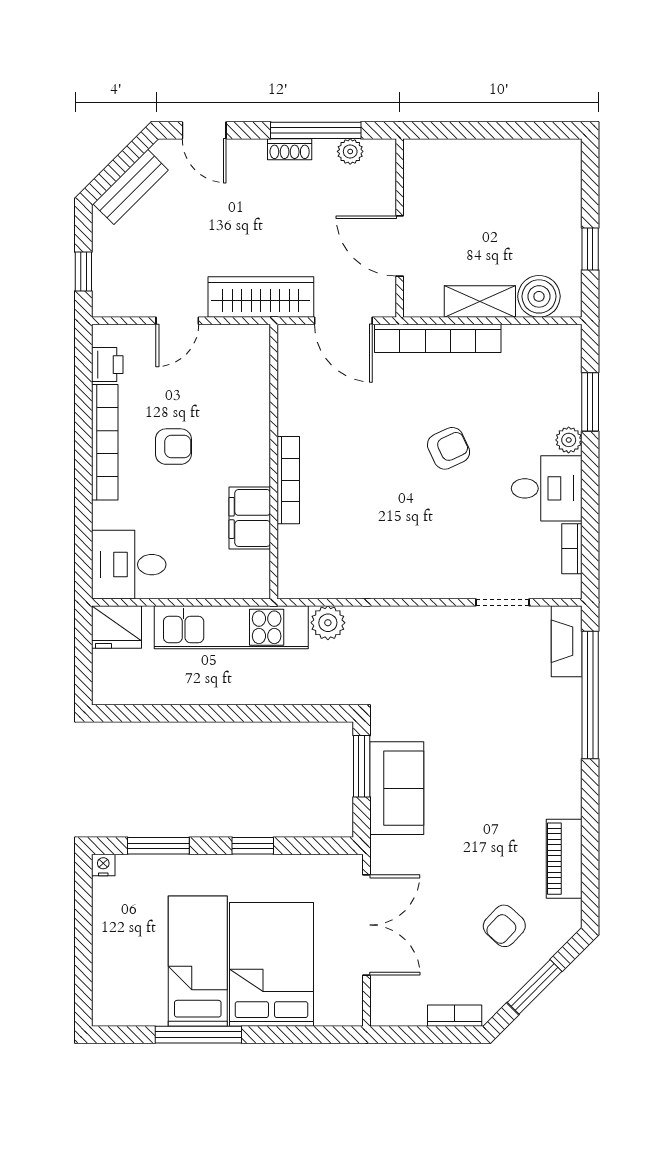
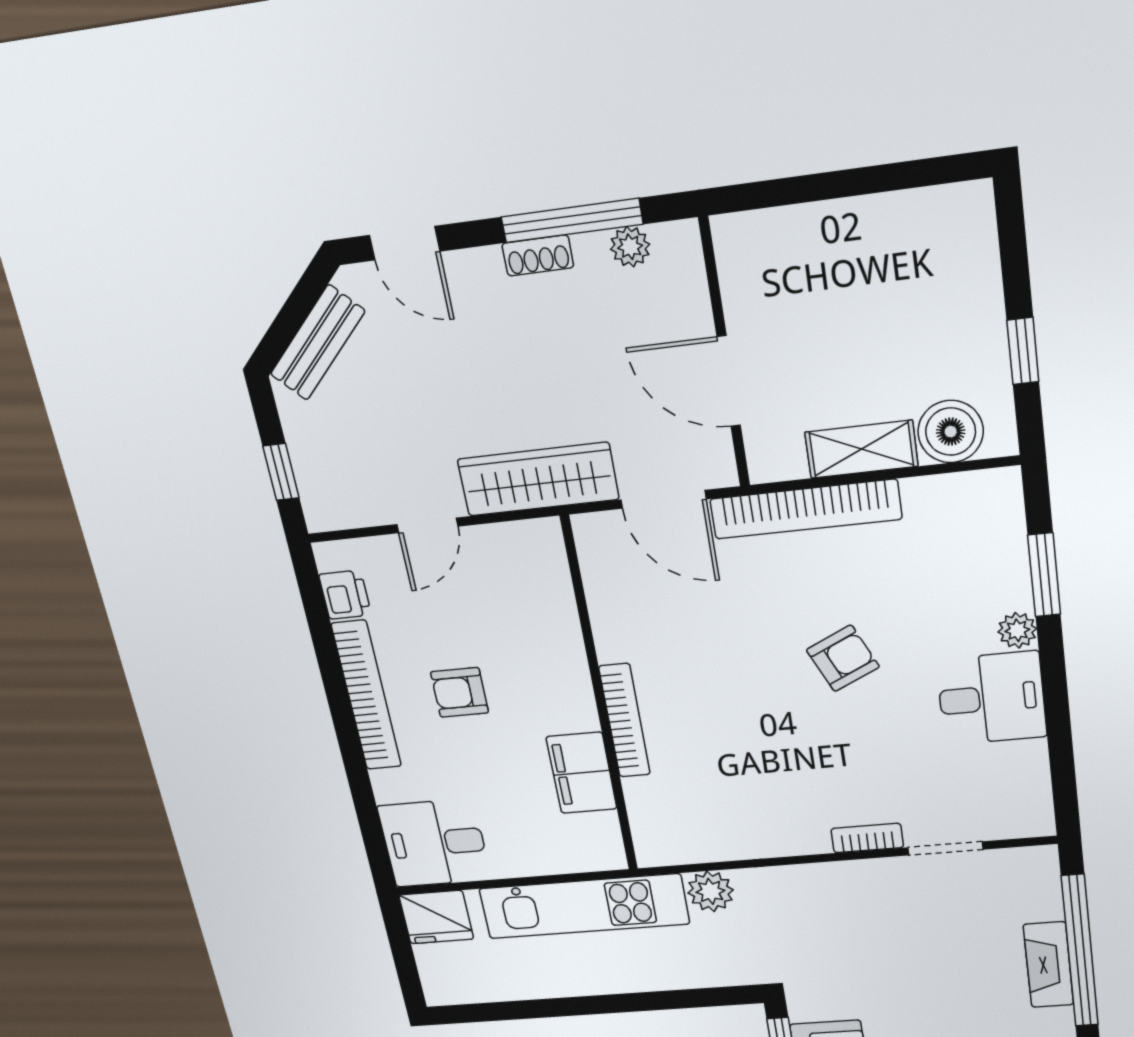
armchair: (173, 447) -> (460, 692), turned 180
bookcase: (572, 549) -> (867, 838), moved, turned 90
fireplace: (567, 641) -> (1048, 965), moved

